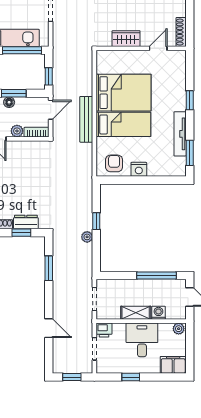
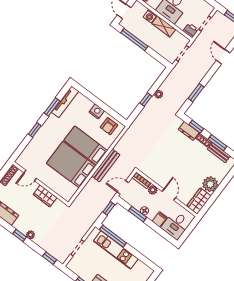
tv unit: (180, 134) -> (65, 102), moved
window: (190, 153) -> (52, 107), moved

